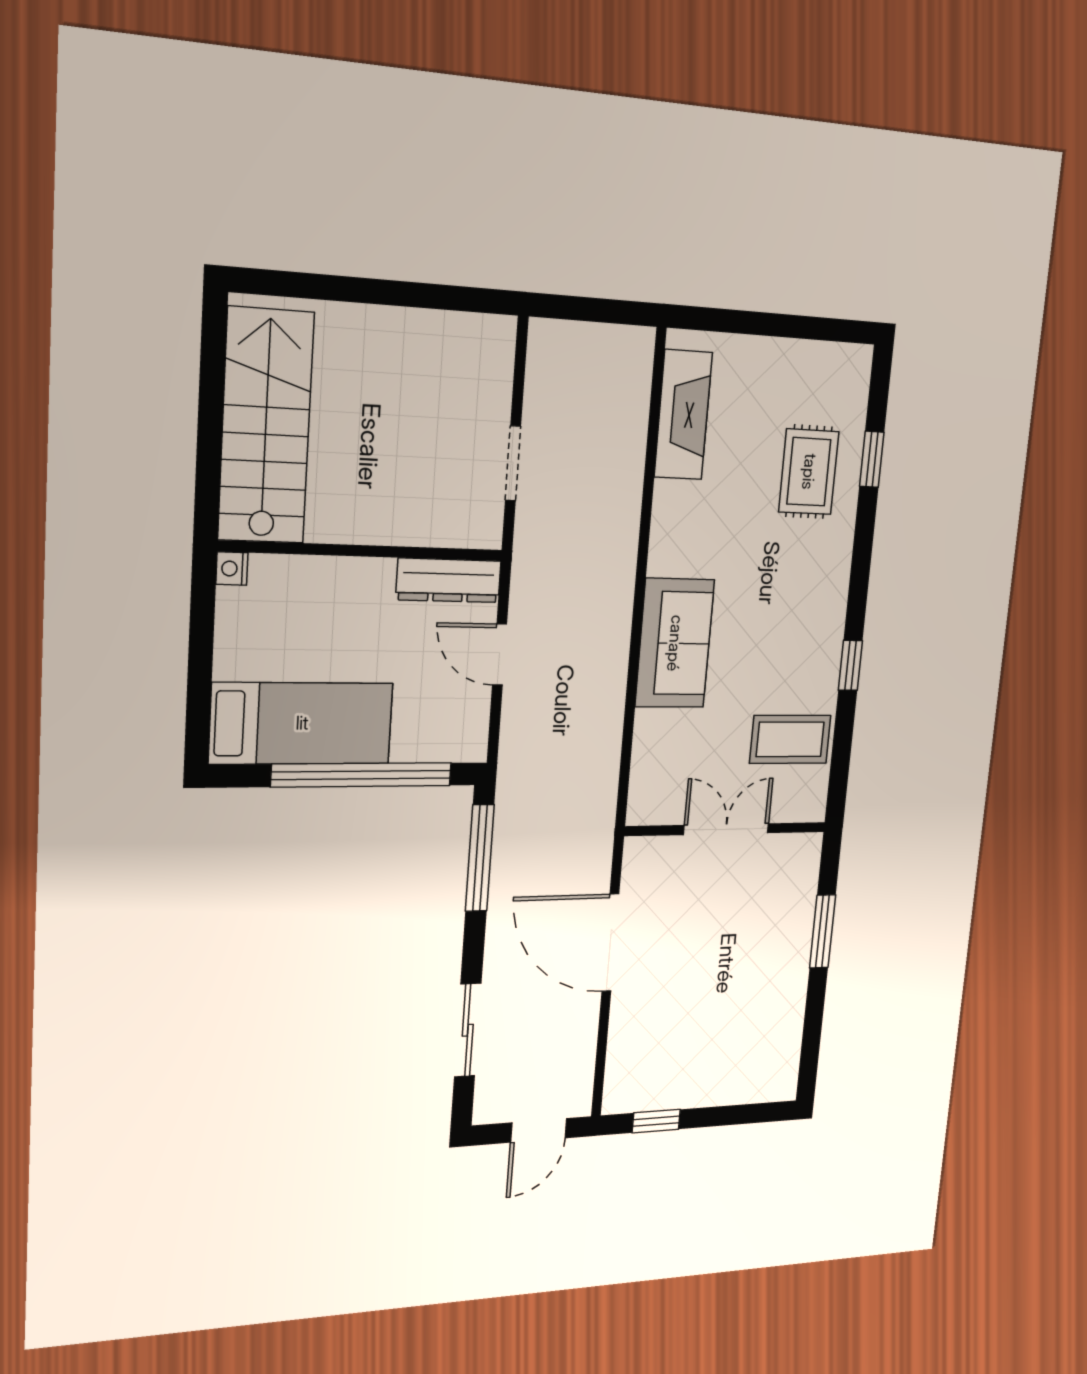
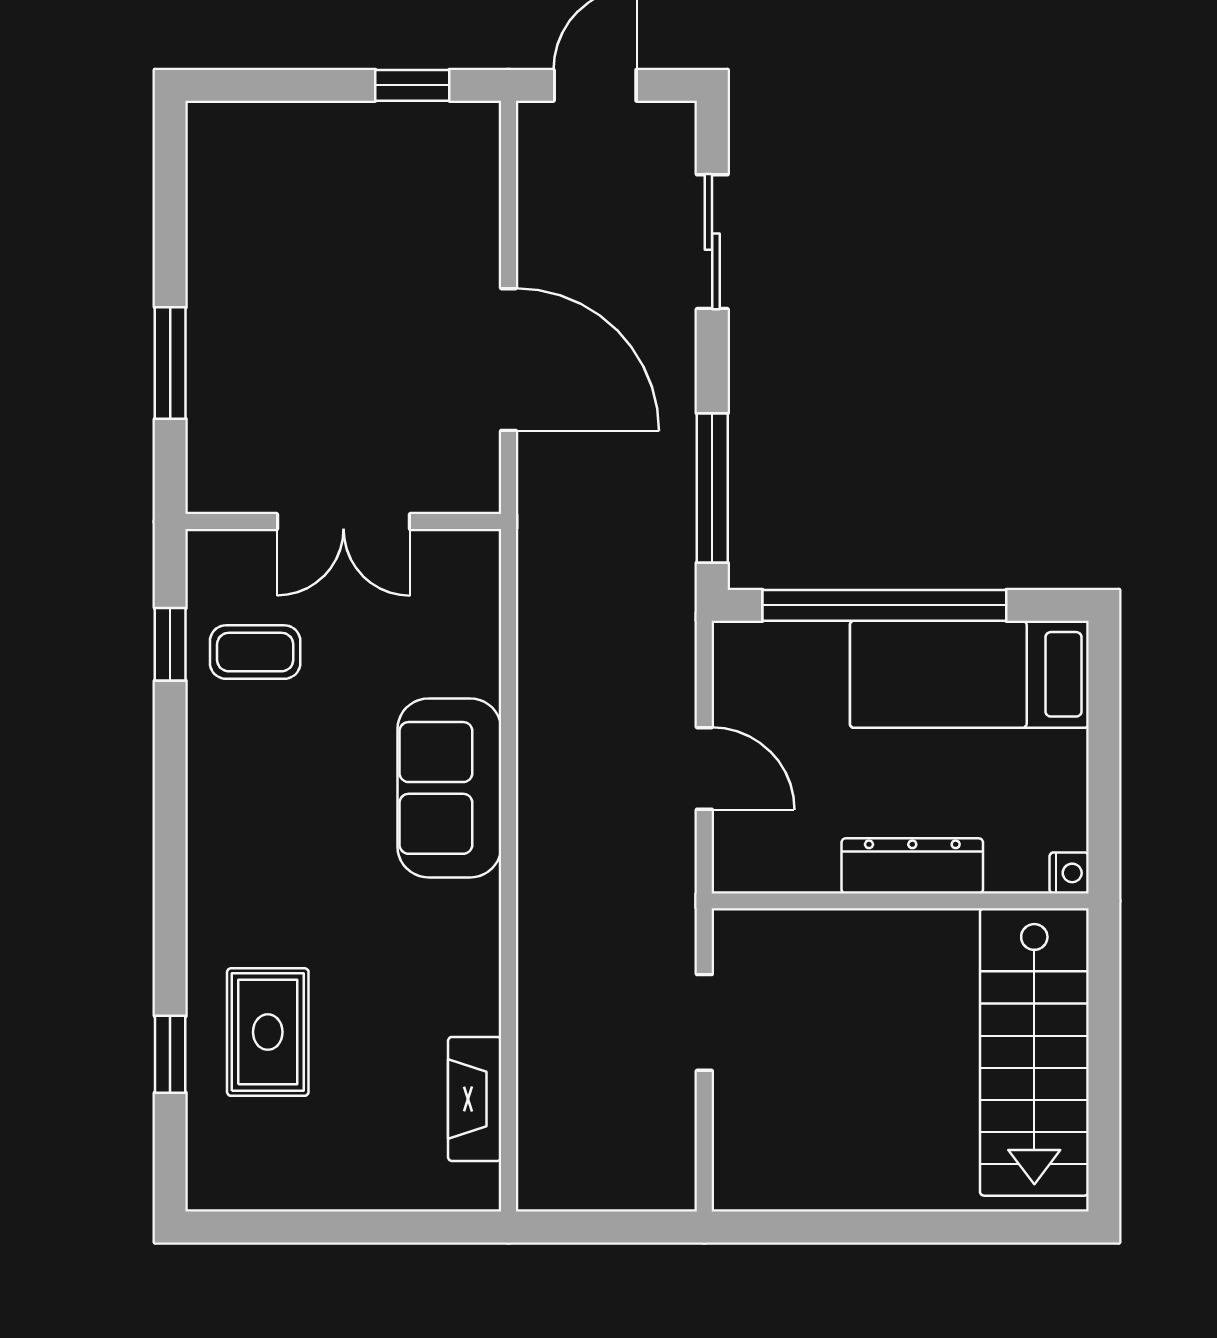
fireplace: (683, 415) -> (475, 1099), width x0.73, depth x0.76
dresser: (449, 580) -> (912, 866), moved
window: (850, 665) -> (170, 644), moved
coffee table: (790, 739) -> (255, 652), width x0.73, depth x0.77

